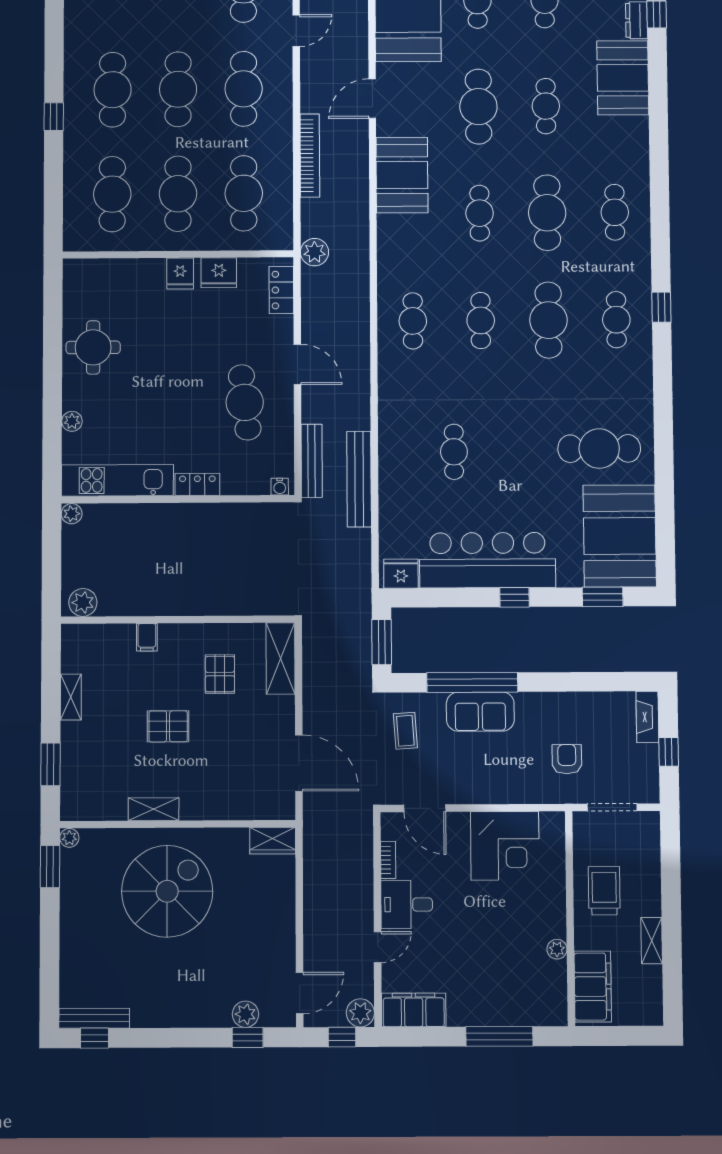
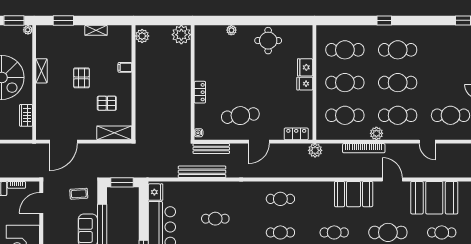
plant: (280, 131) -> (376, 133), added
fridge: (219, 273) -> (305, 67), moved
kitchen unit: (117, 480) -> (202, 53), removed
plant: (72, 514) -> (181, 35), width x1.87, depth x1.87
wardrobe: (273, 841) -> (26, 115), moved

